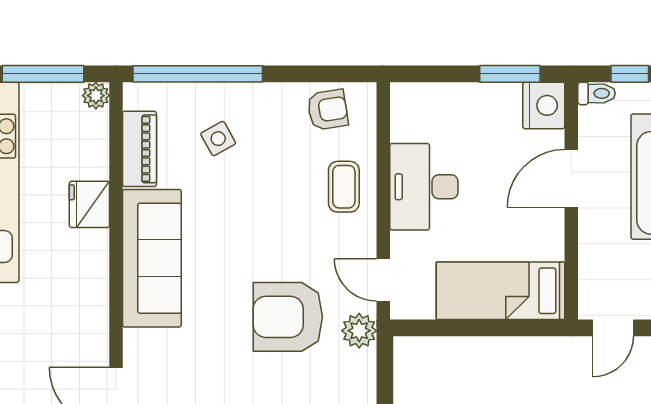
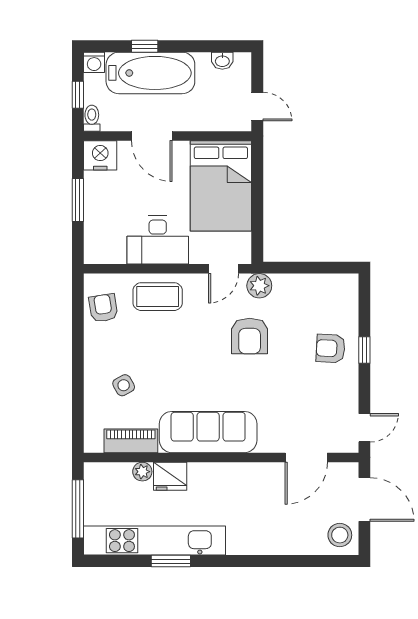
window: (198, 74) -> (78, 400), removed
window: (510, 74) -> (78, 200), moved
plant: (96, 96) -> (142, 472), moved
coffee table: (344, 187) -> (158, 297), width x1.36, depth x1.30
bed: (501, 291) -> (221, 186), width x1.50
armchair: (288, 317) -> (250, 336), width x0.73, depth x0.73

